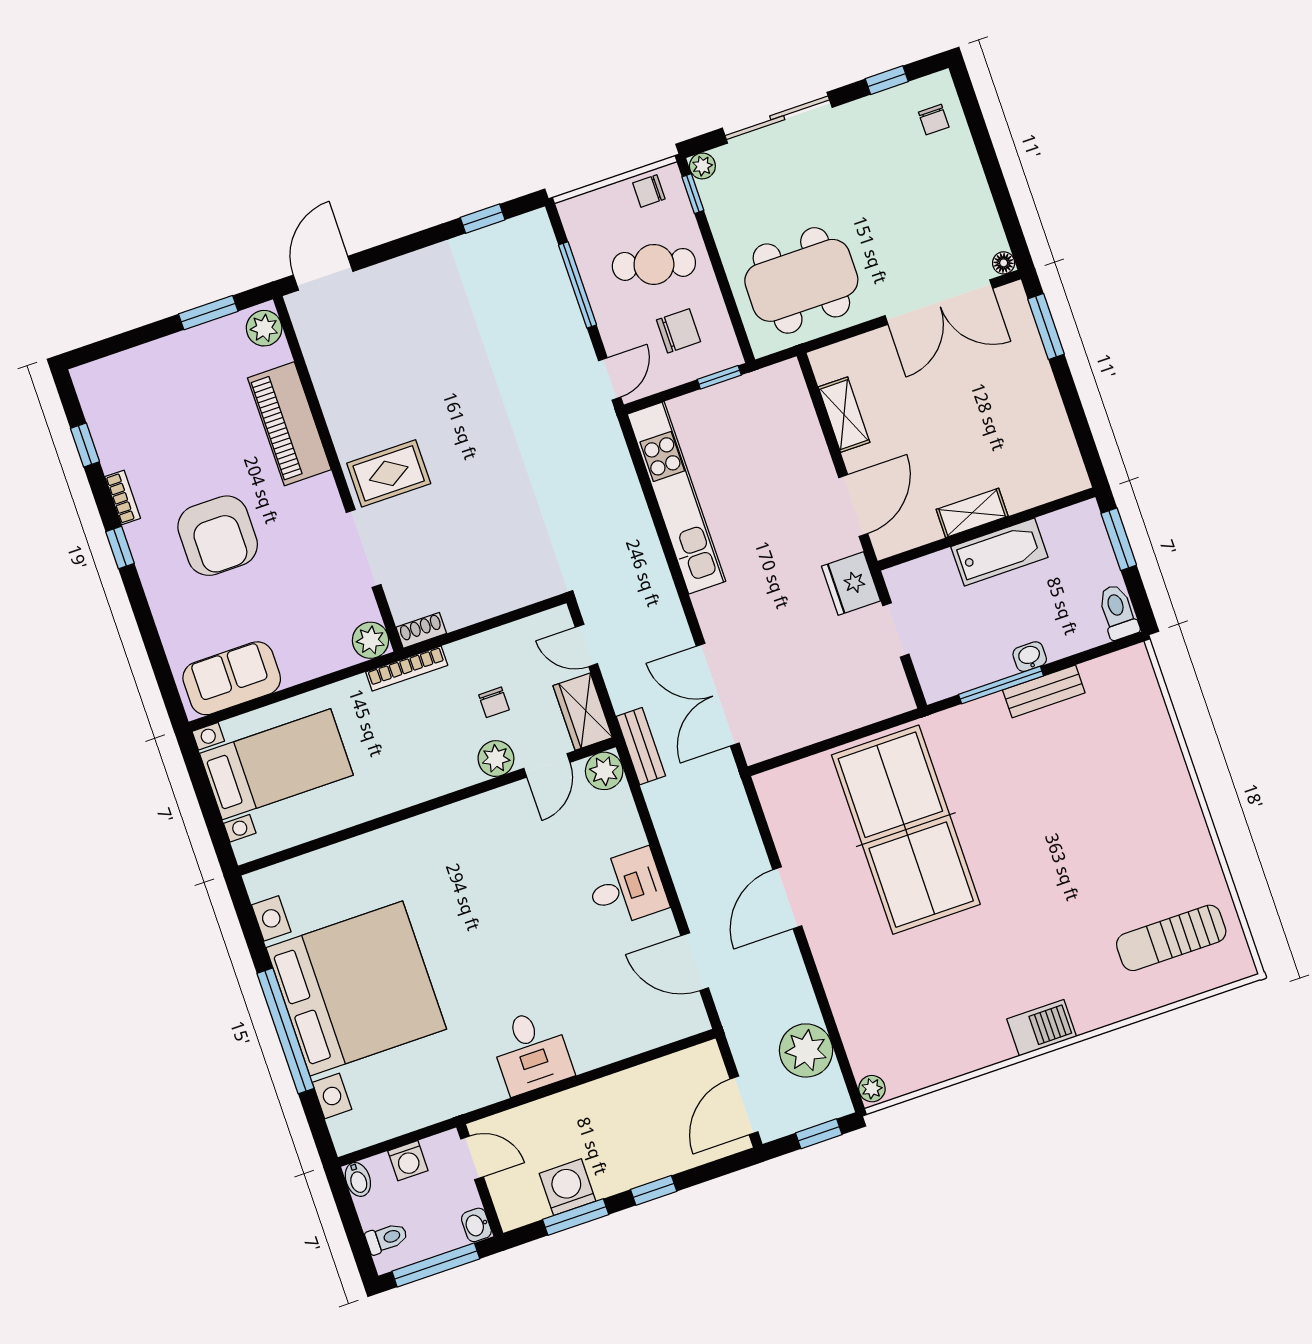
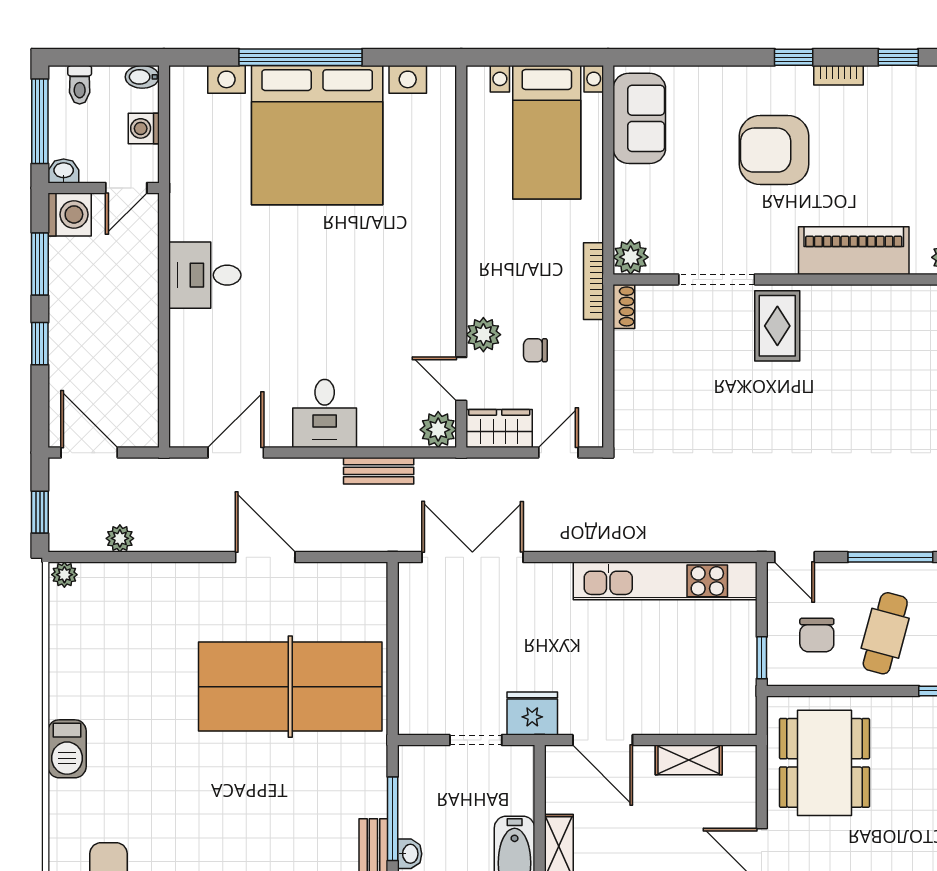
bench: (641, 746) -> (379, 471), moved
plant: (806, 1050) -> (120, 538), width x0.53, depth x0.53
washing machine: (567, 1187) -> (70, 214), moved

